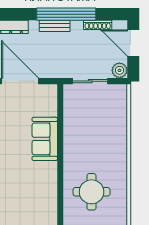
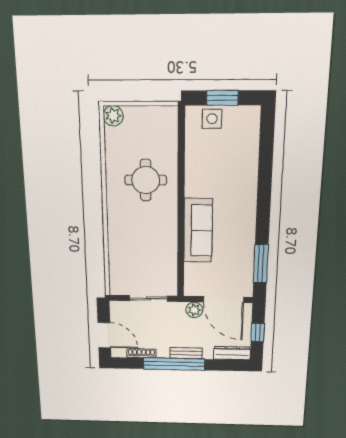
plant: (120, 70) -> (194, 310), moved
sofa: (45, 139) -> (198, 231), width x1.36

